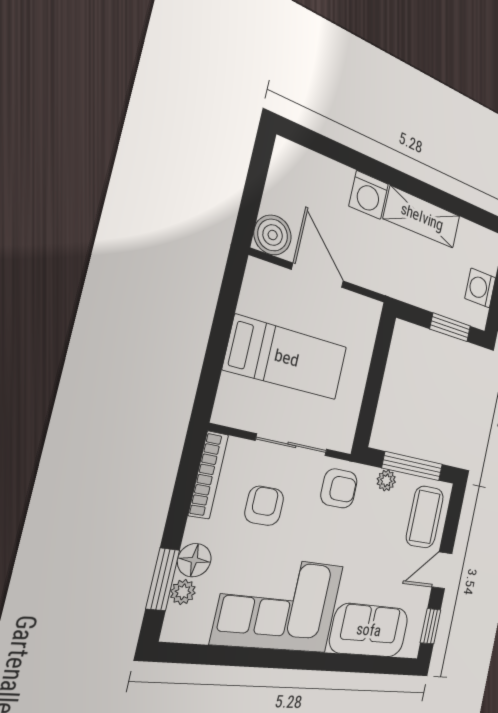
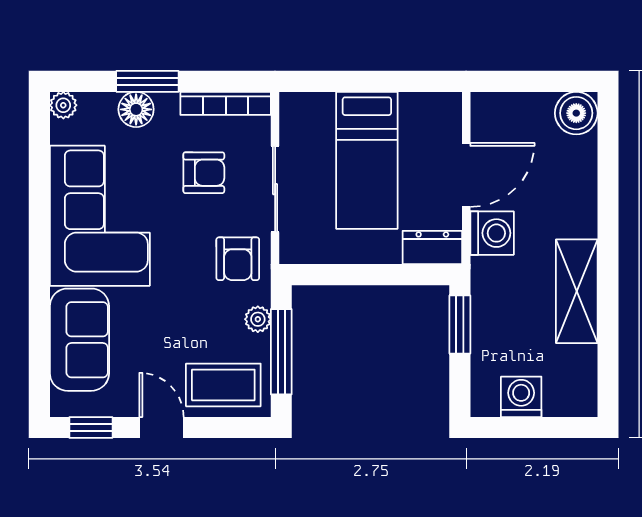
washing machine: (369, 195) -> (492, 233), moved, turned 180
boiler: (273, 235) -> (576, 113), moved
dresser: (366, 323) -> (432, 247), added
window: (450, 327) -> (460, 325), moved
window: (163, 579) -> (147, 81), moved
plant: (183, 592) -> (63, 105), moved

